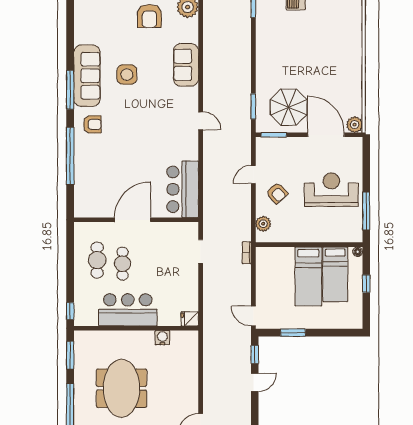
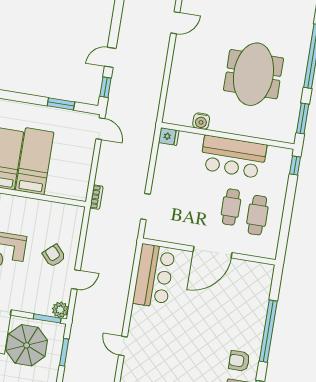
plant: (263, 224) -> (60, 310), moved

